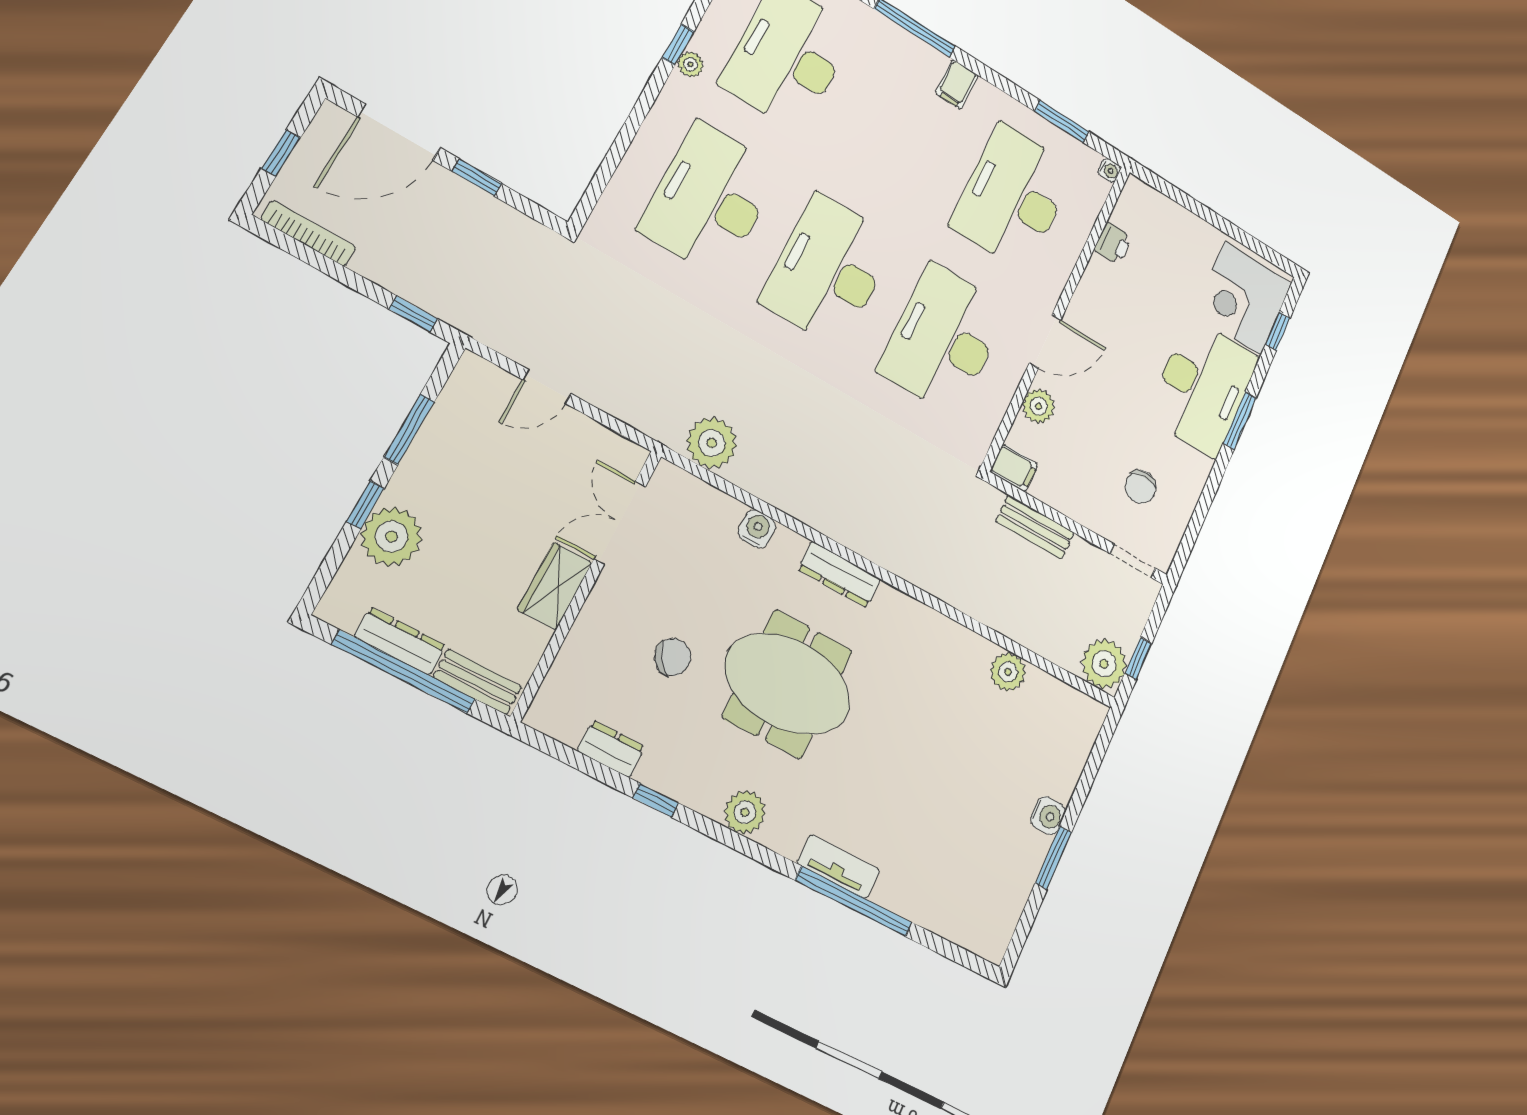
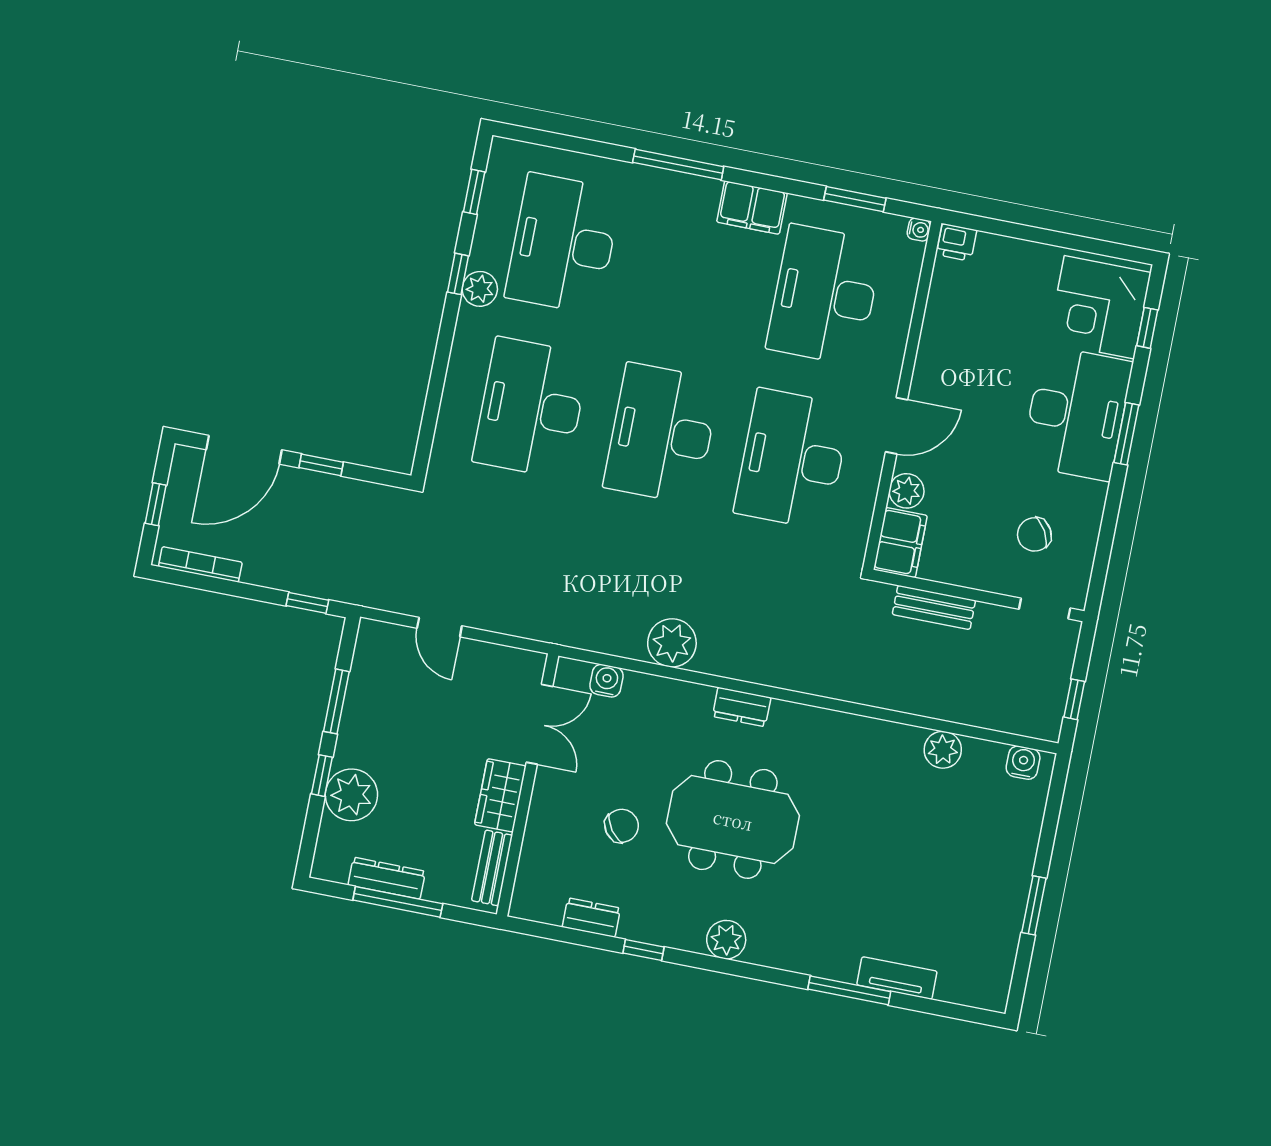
plant: (691, 64) -> (480, 289), width x1.38, depth x1.38
filing cabinet: (957, 84) -> (752, 208), width x2.00
printer: (1113, 243) -> (957, 242), moved, turned 90
door: (547, 387) -> (439, 627), hinge flipped
plant: (712, 443) -> (672, 643), moved
filing cabinet: (1014, 468) -> (900, 543), width x2.00
chair: (1141, 487) -> (1034, 534), turned 60
double door: (620, 523) -> (539, 724), swing flipped
water cooler: (757, 529) -> (606, 681), moved
dresser: (839, 574) -> (742, 707), width x0.70
plant: (1104, 664) -> (1040, 715), removed
window: (404, 672) -> (398, 902), width x0.68
bench: (478, 682) -> (492, 868), moved, turned 90
water cooler: (1048, 816) -> (1023, 763), moved, turned -90
tv unit: (839, 867) -> (897, 978), moved
window: (854, 902) -> (849, 990), width x0.68

